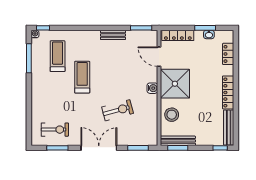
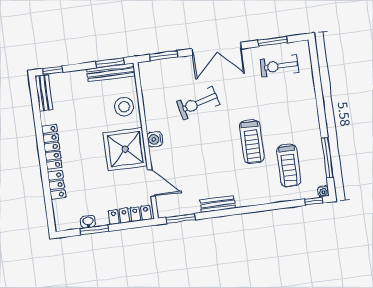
locker: (228, 54) -> (57, 185), moved
bench: (229, 128) -> (44, 93), width x0.73

